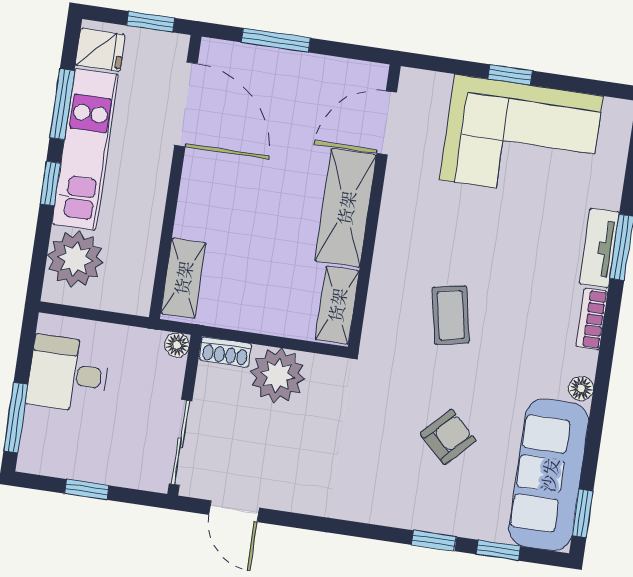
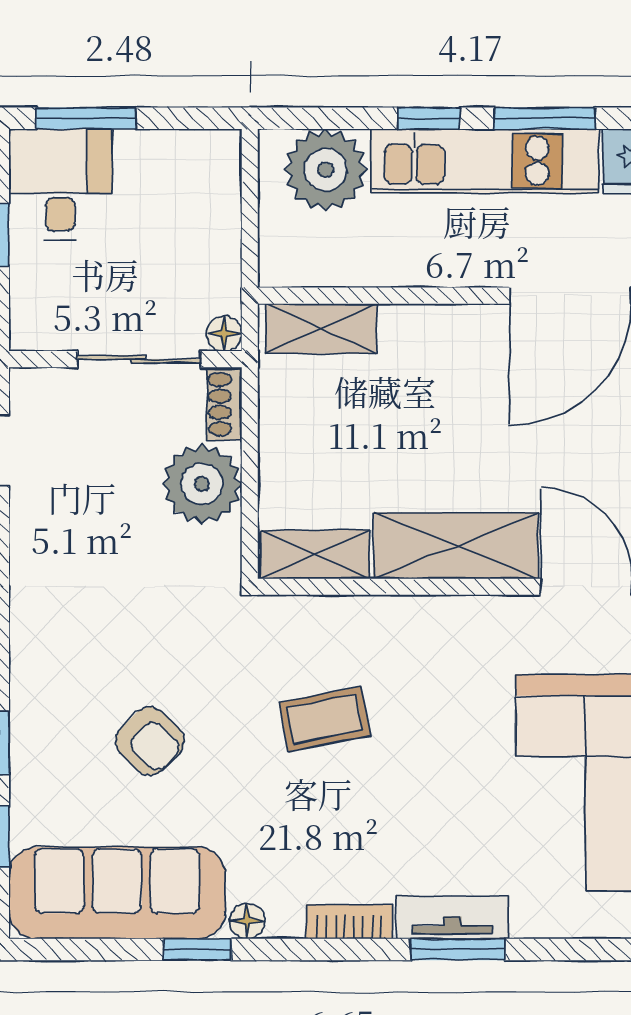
desk: (68, 374) -> (60, 184), moved
sliding door: (180, 443) -> (139, 359), moved
window: (582, 513) -> (197, 949), moved

